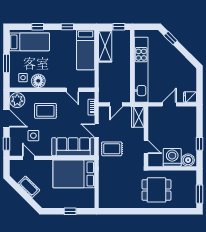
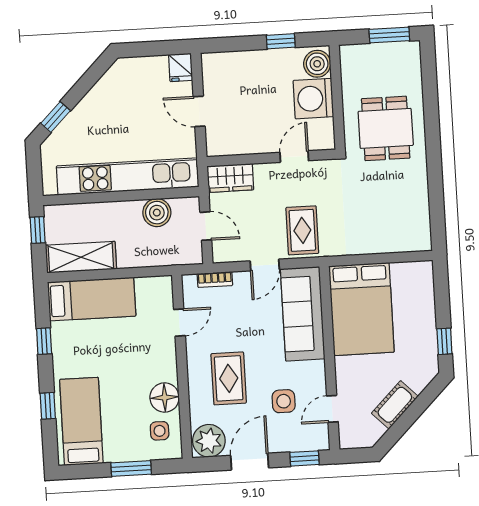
boiler: (124, 82) -> (157, 213), added
window: (70, 211) -> (444, 341), moved

